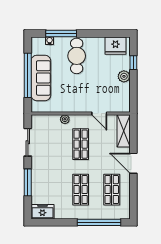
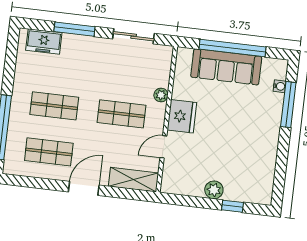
fridge: (115, 46) -> (182, 116), moved, turned 180
cafe table: (77, 56) -> (252, 124), removed
freezer: (42, 212) -> (44, 42), moved, turned 90

